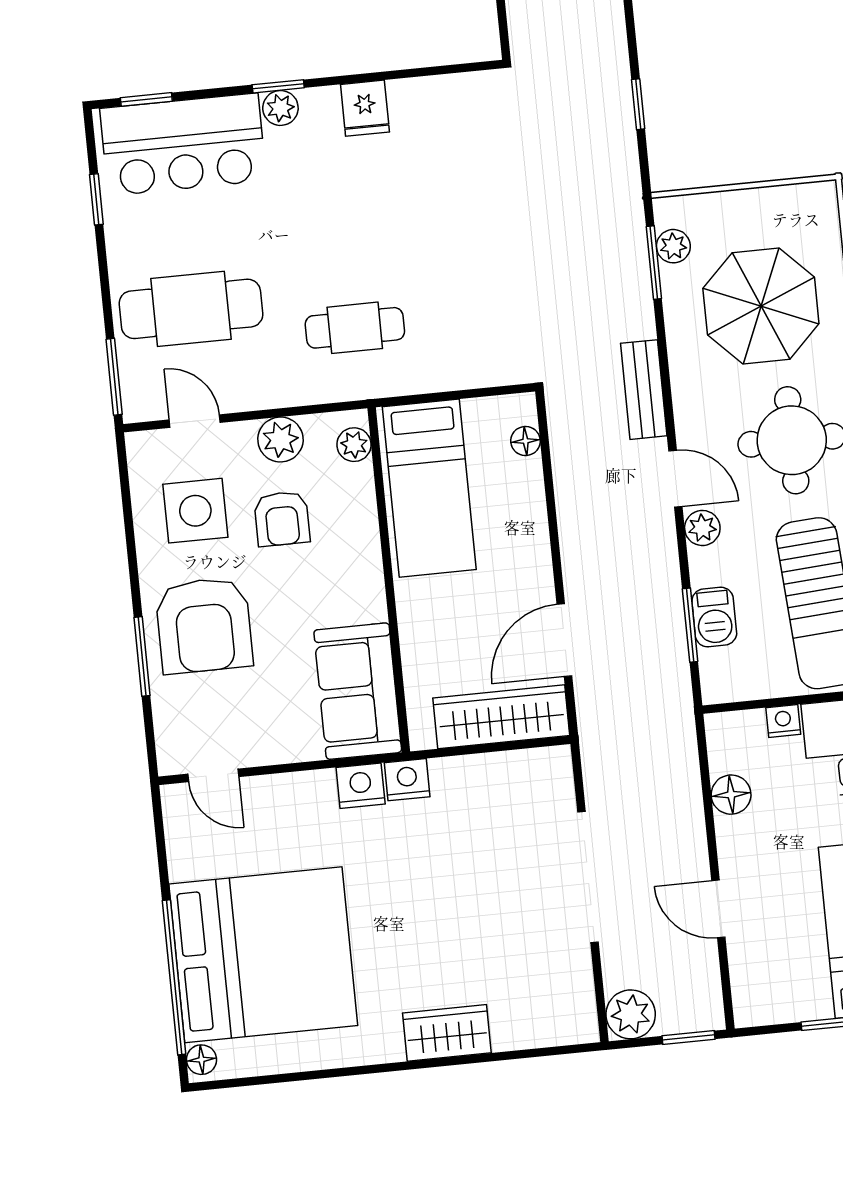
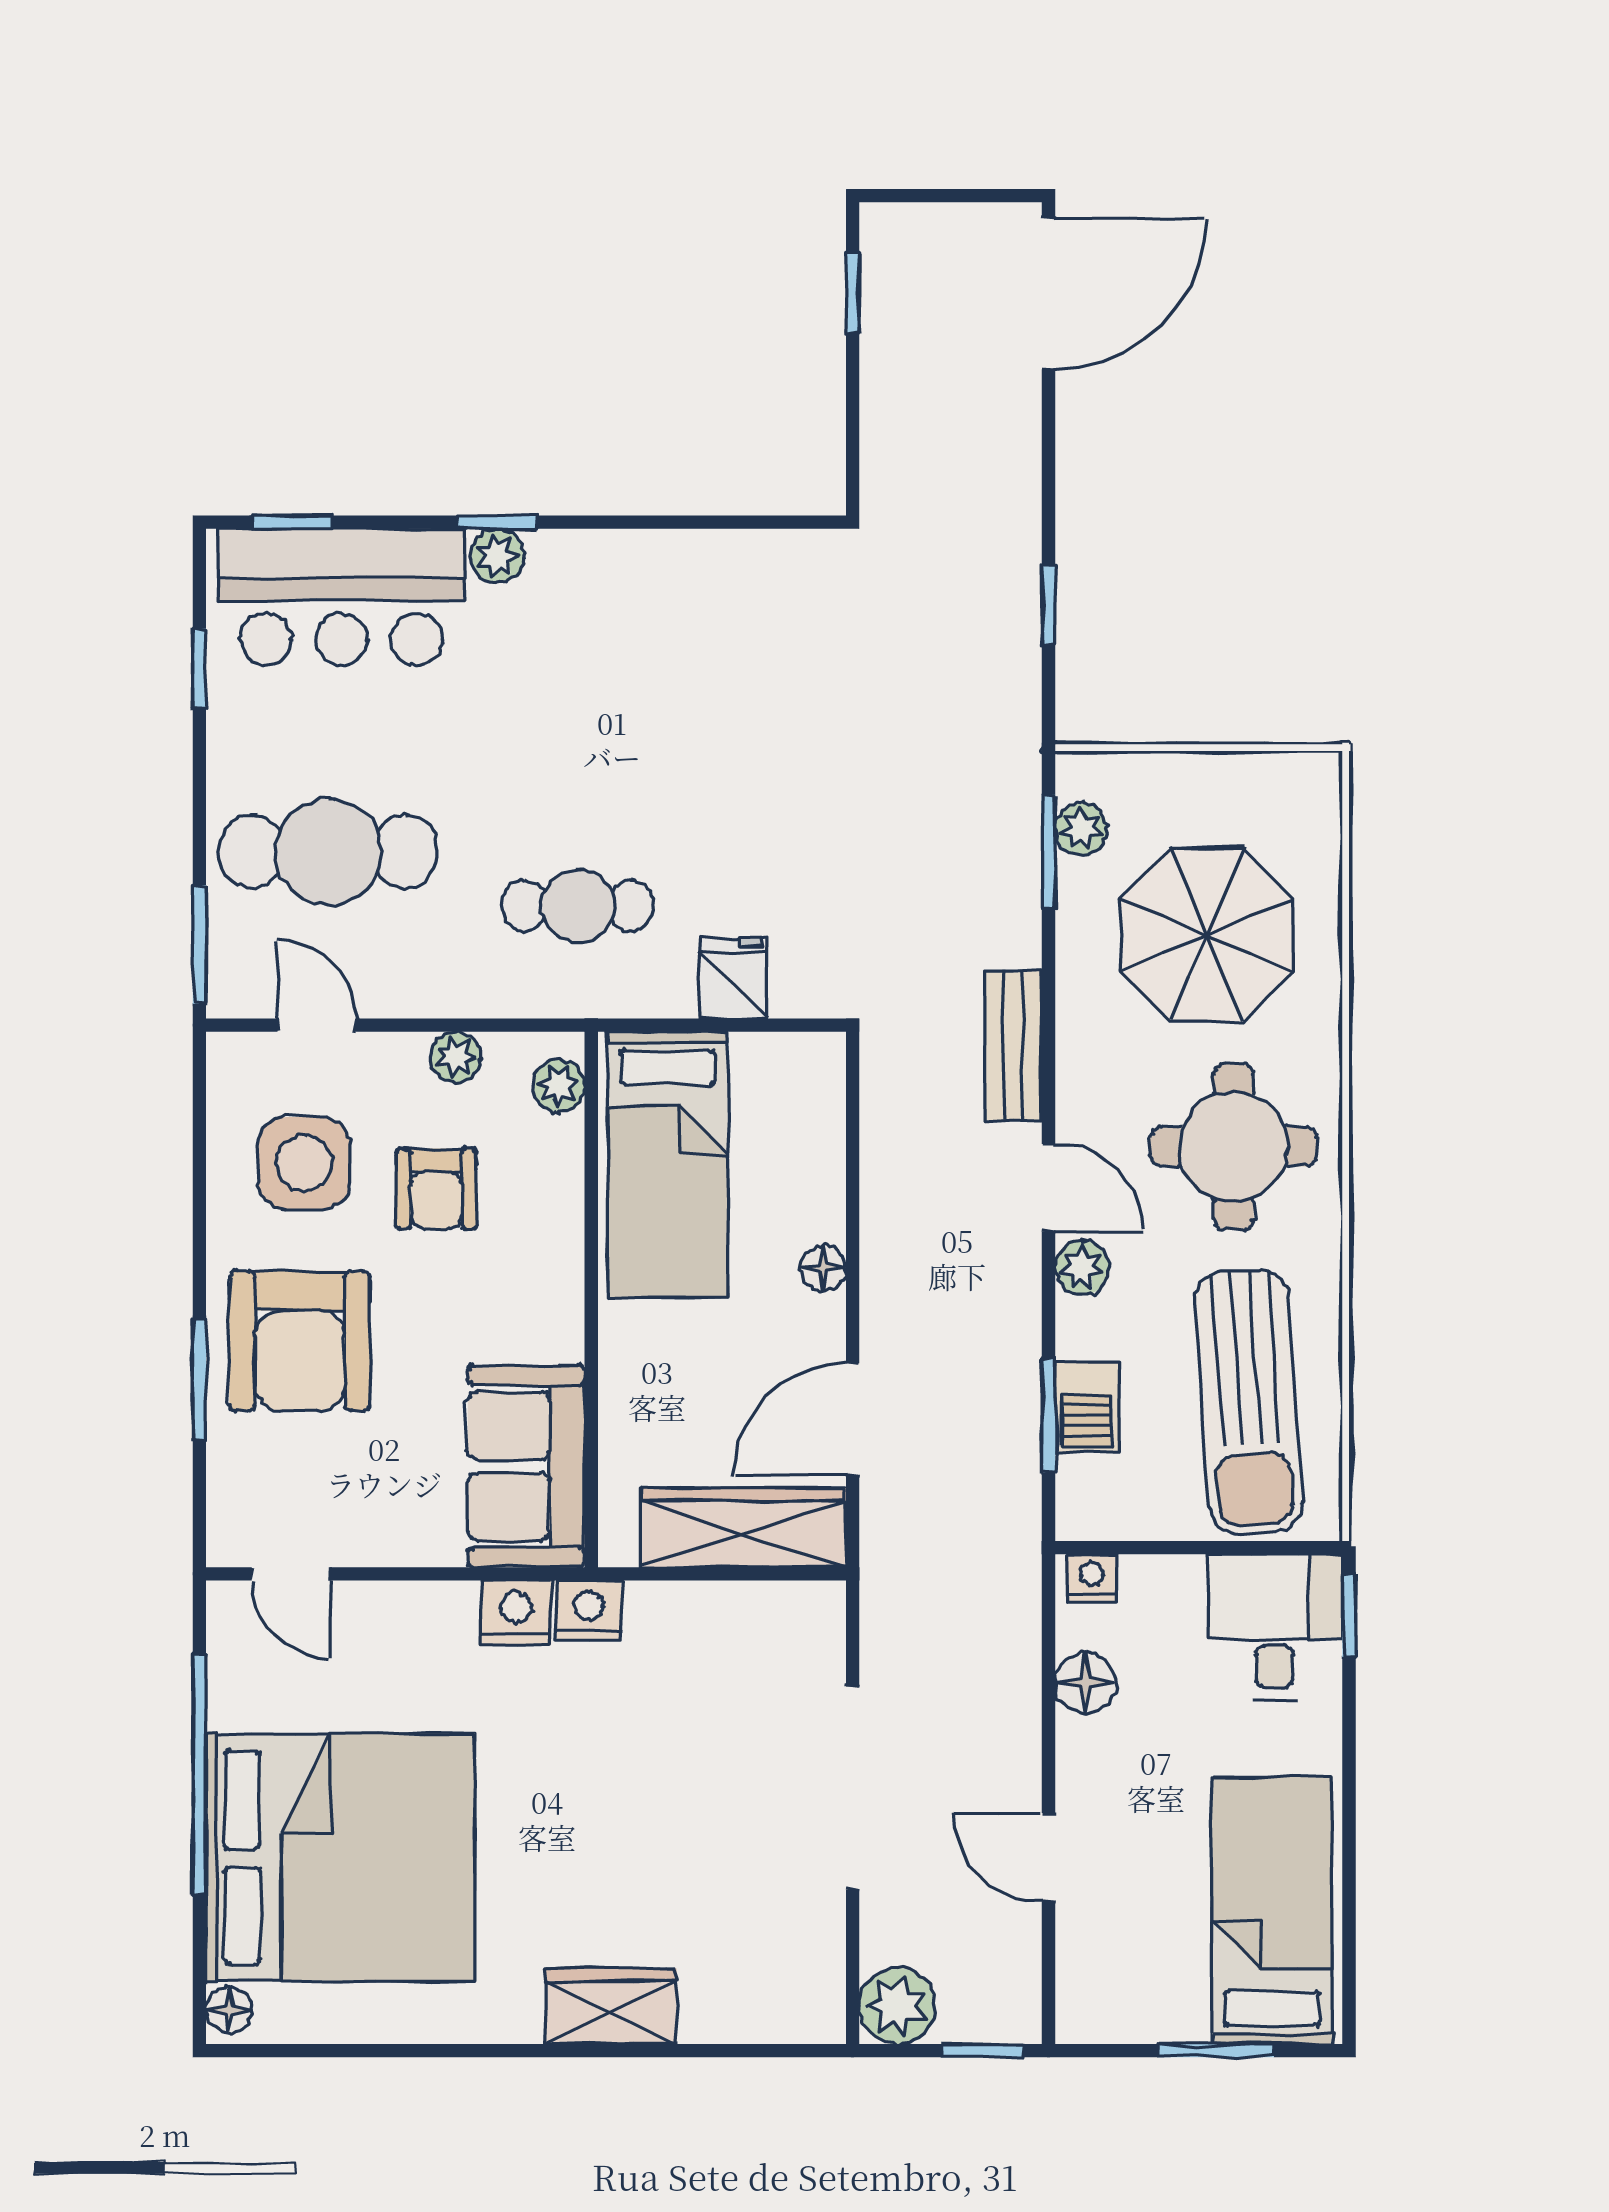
fridge: (365, 108) -> (733, 978), moved, turned 180
plant: (280, 440) -> (456, 1057), width x0.73, depth x0.73
floor lamp: (525, 441) -> (823, 1268), moved
nightstand: (783, 721) -> (1091, 1578), moved
window: (174, 977) -> (199, 1774), moved

